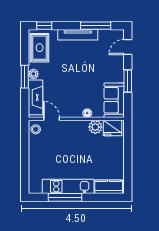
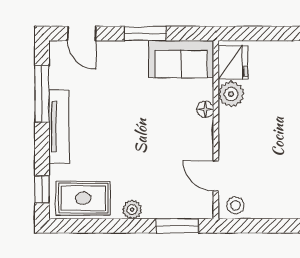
window: (25, 77) -> (177, 226), moved
fireplace: (36, 97) -> (176, 206), removed
door: (51, 119) -> (216, 176), hinge flipped

